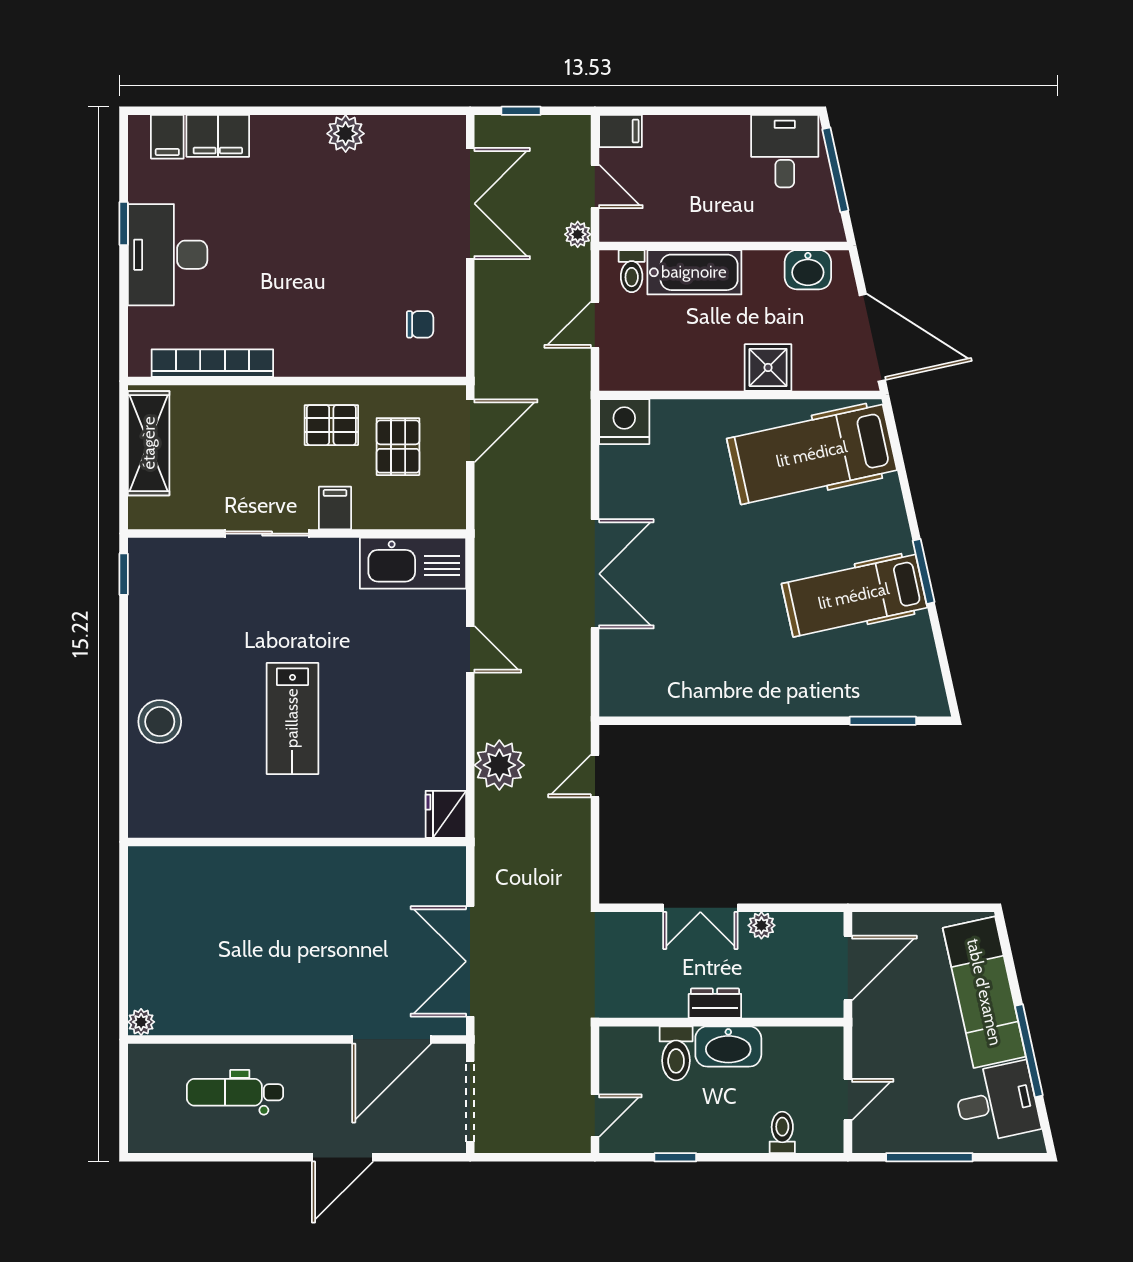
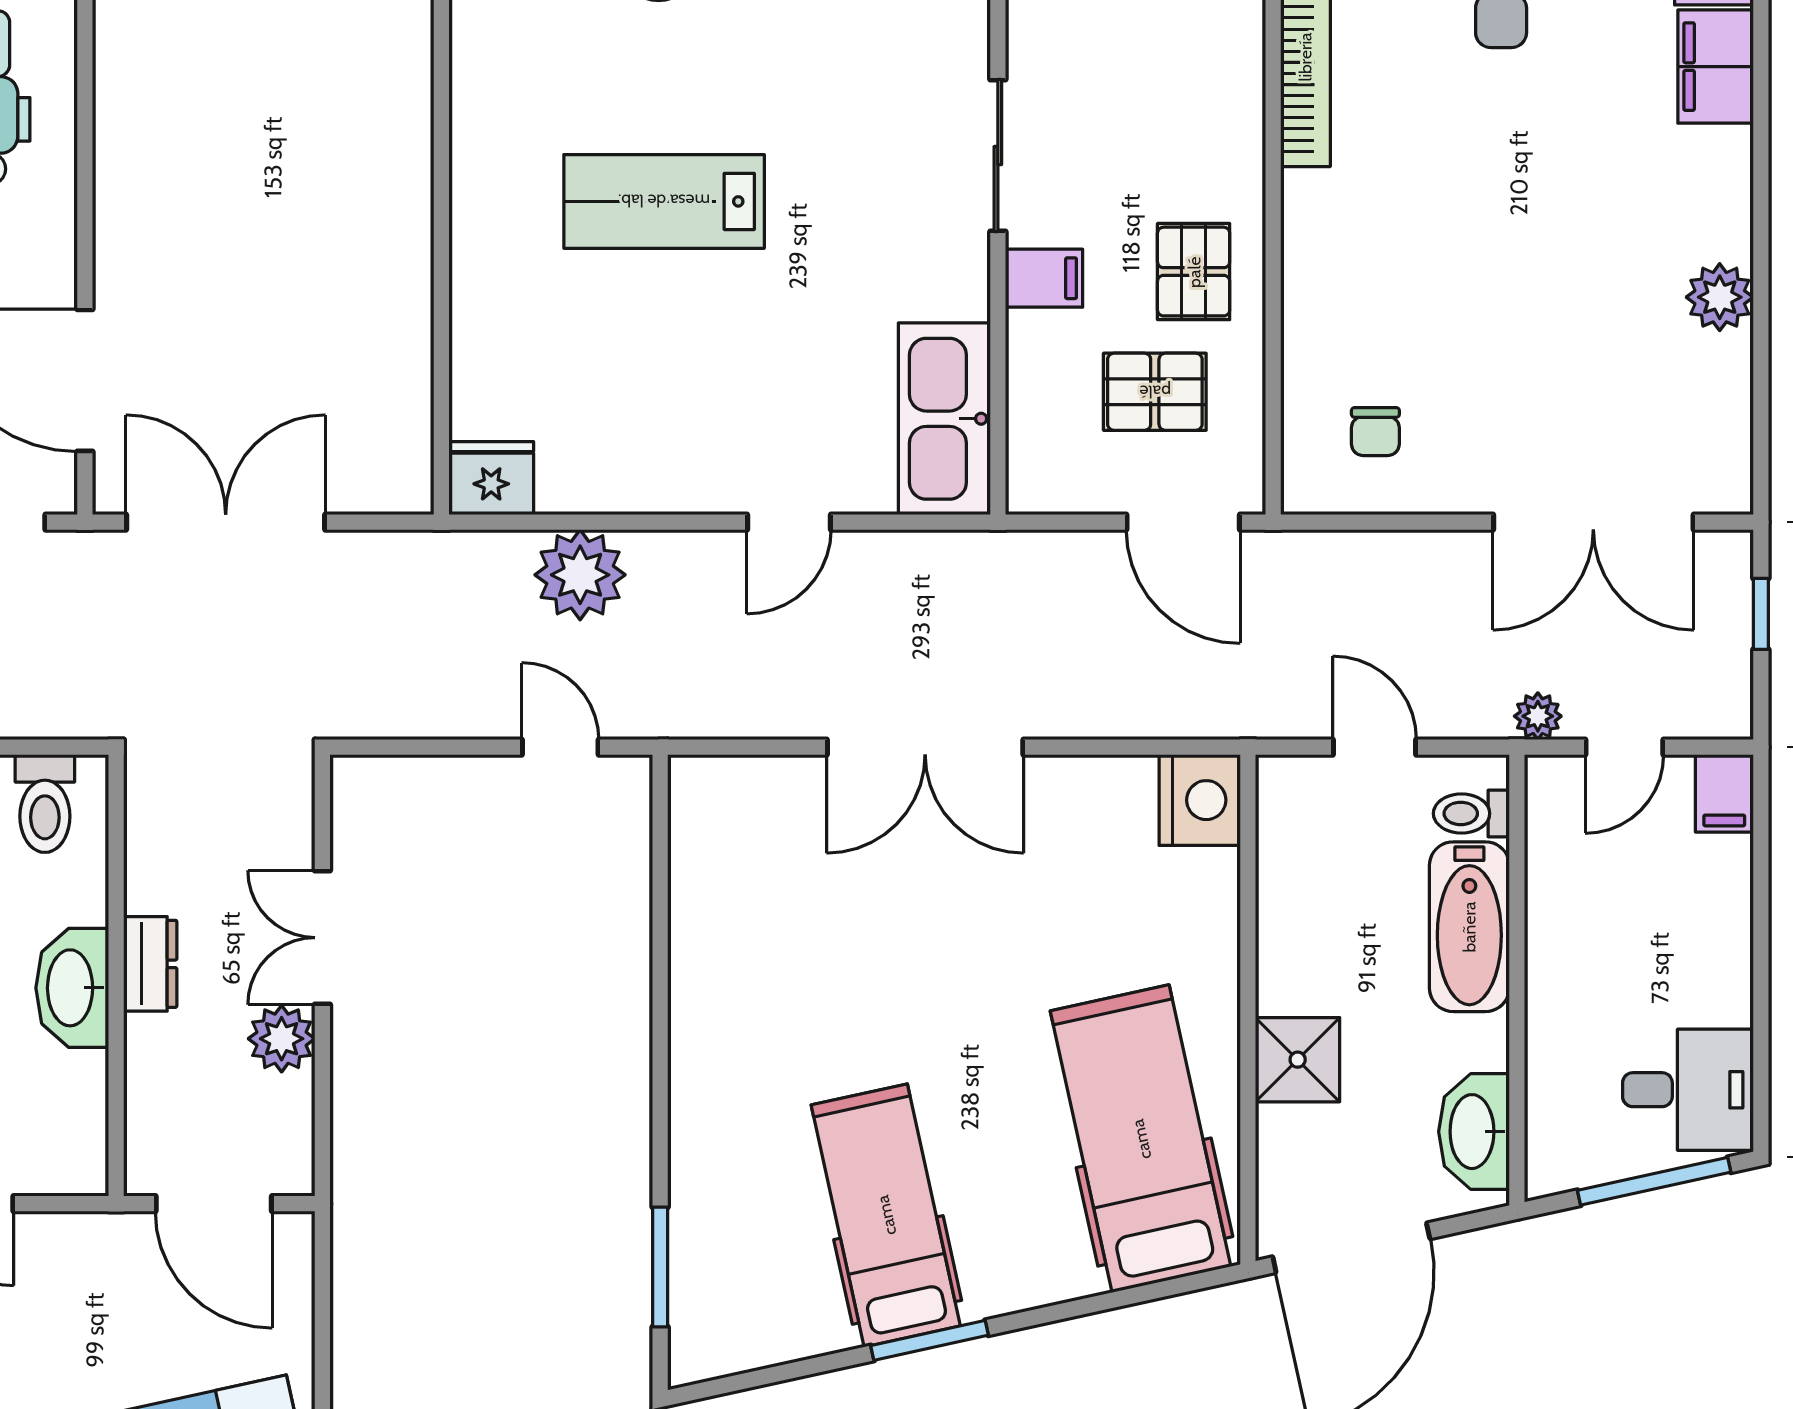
washbasin: (808, 270) -> (1474, 1132), width x1.38
plant: (761, 925) -> (282, 1039), width x1.38, depth x1.38
toilet: (676, 1053) -> (45, 804), moved, turned -90

